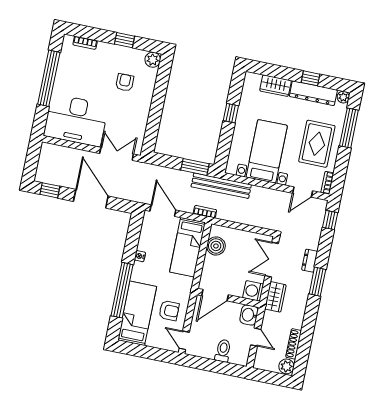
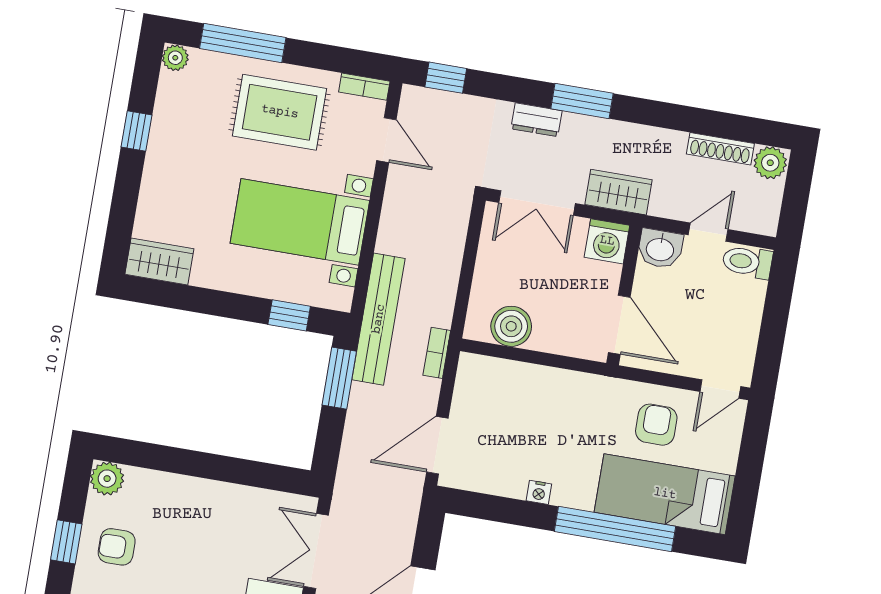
armchair: (125, 82) -> (117, 547), moved
wardrobe: (275, 86) -> (159, 262), moved, turned -90
dresser: (313, 93) -> (169, 124), removed
window: (231, 113) -> (289, 315), moved
bed: (188, 247) -> (516, 389), removed
toilet: (223, 351) -> (747, 262), moved

